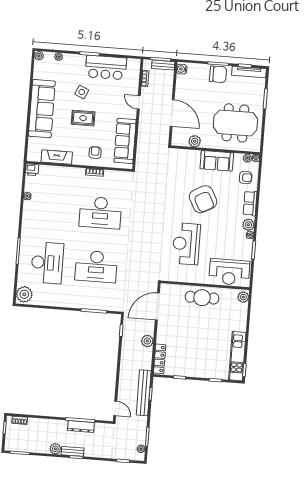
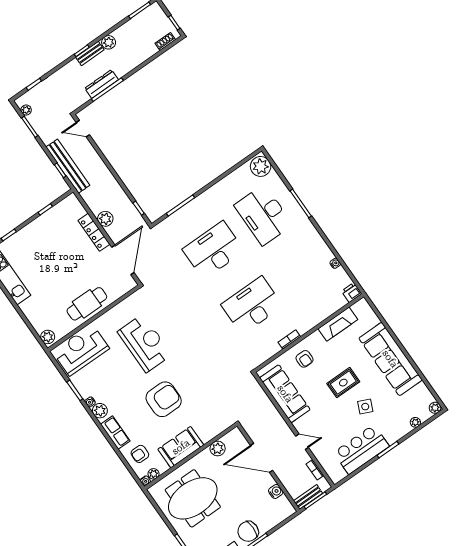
water cooler: (182, 69) -> (276, 492), moved
armchair: (203, 199) -> (164, 399), turned 118
locker: (160, 359) -> (94, 232), moved

